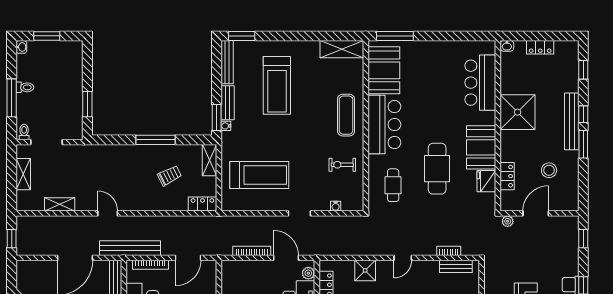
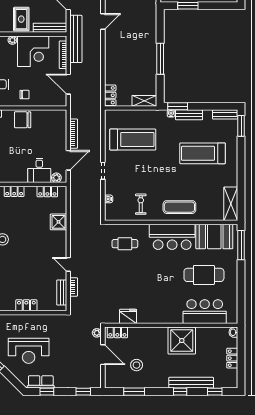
bench: (227, 62) -> (225, 114), width x0.73
bench: (572, 121) -> (191, 383), moved
window: (583, 144) -> (134, 392), moved
booth: (481, 147) -> (154, 312), removed
cafe table: (437, 169) -> (204, 275), moved
treadmill: (259, 175) -> (133, 140), turned -90
trolley: (170, 176) -> (132, 70), removed
locker: (507, 176) -> (117, 332), moved
door: (403, 258) -> (68, 264), moved

